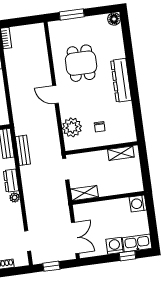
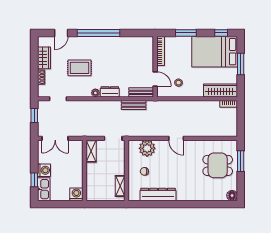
dining table: (81, 63) -> (218, 165), moved
dresser: (121, 80) -> (158, 194), moved
door: (55, 95) -> (176, 138), swing flipped

